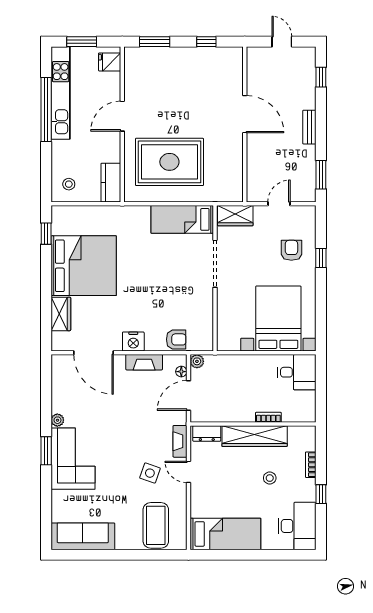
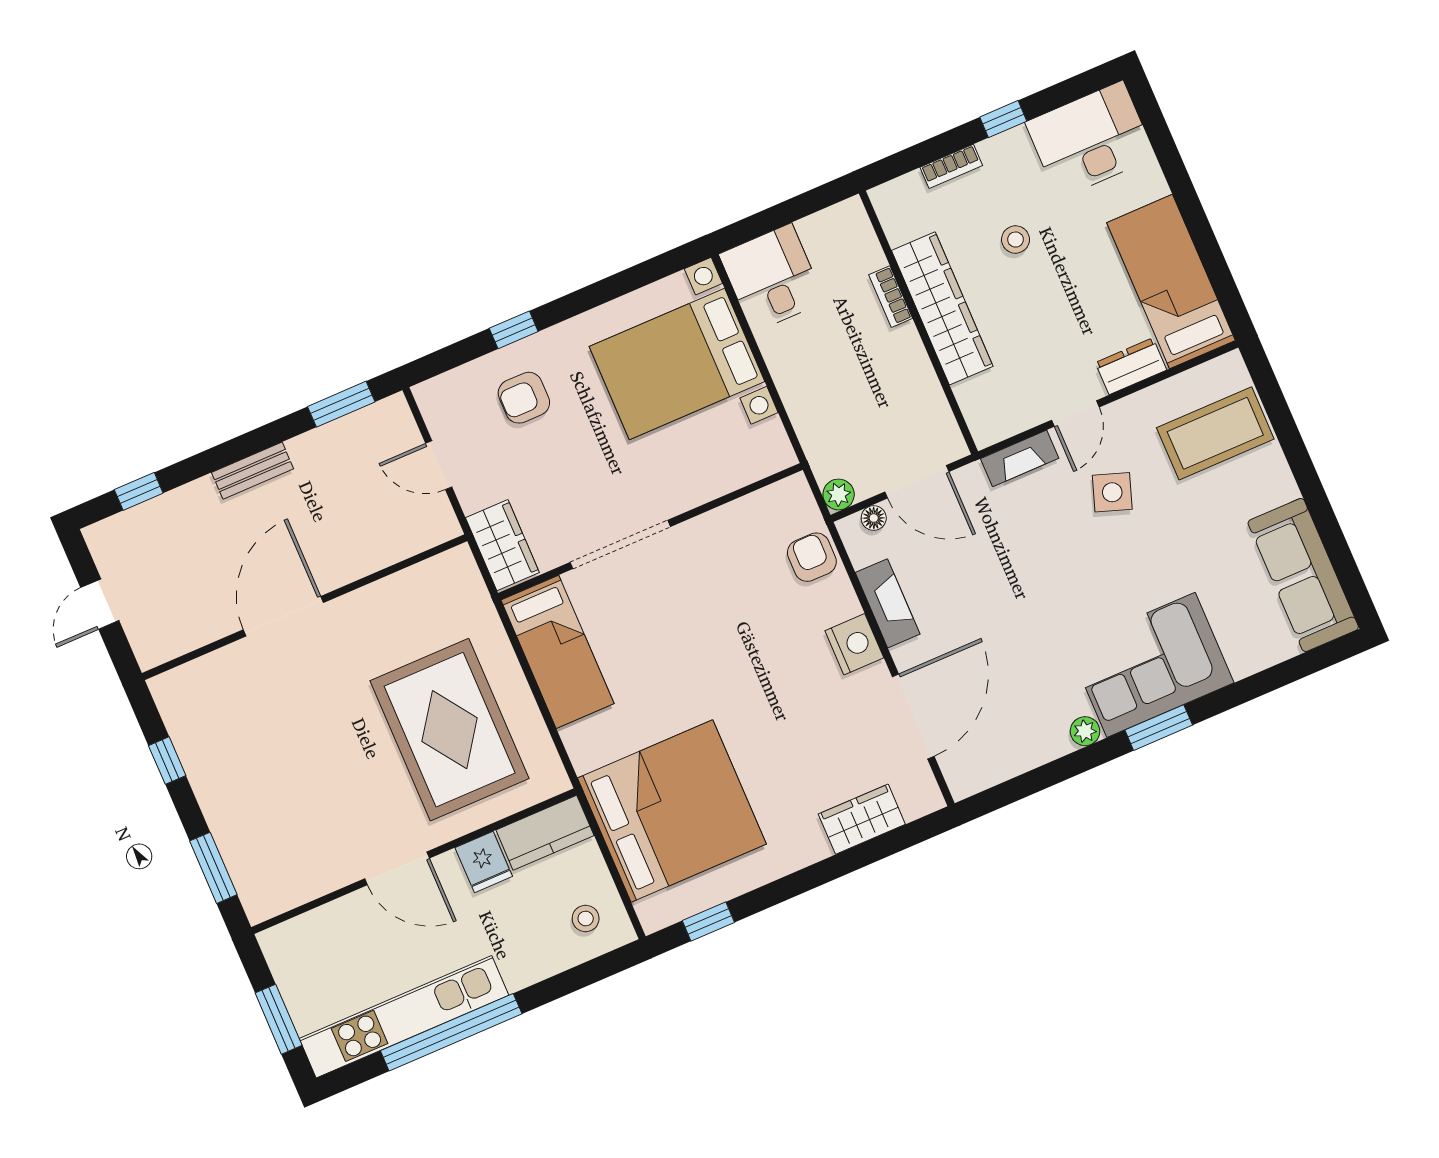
fridge: (110, 62) -> (484, 862), moved
bed: (84, 266) -> (672, 811), moved, turned 90
dresser: (207, 433) -> (1131, 366), moved, turned -90

